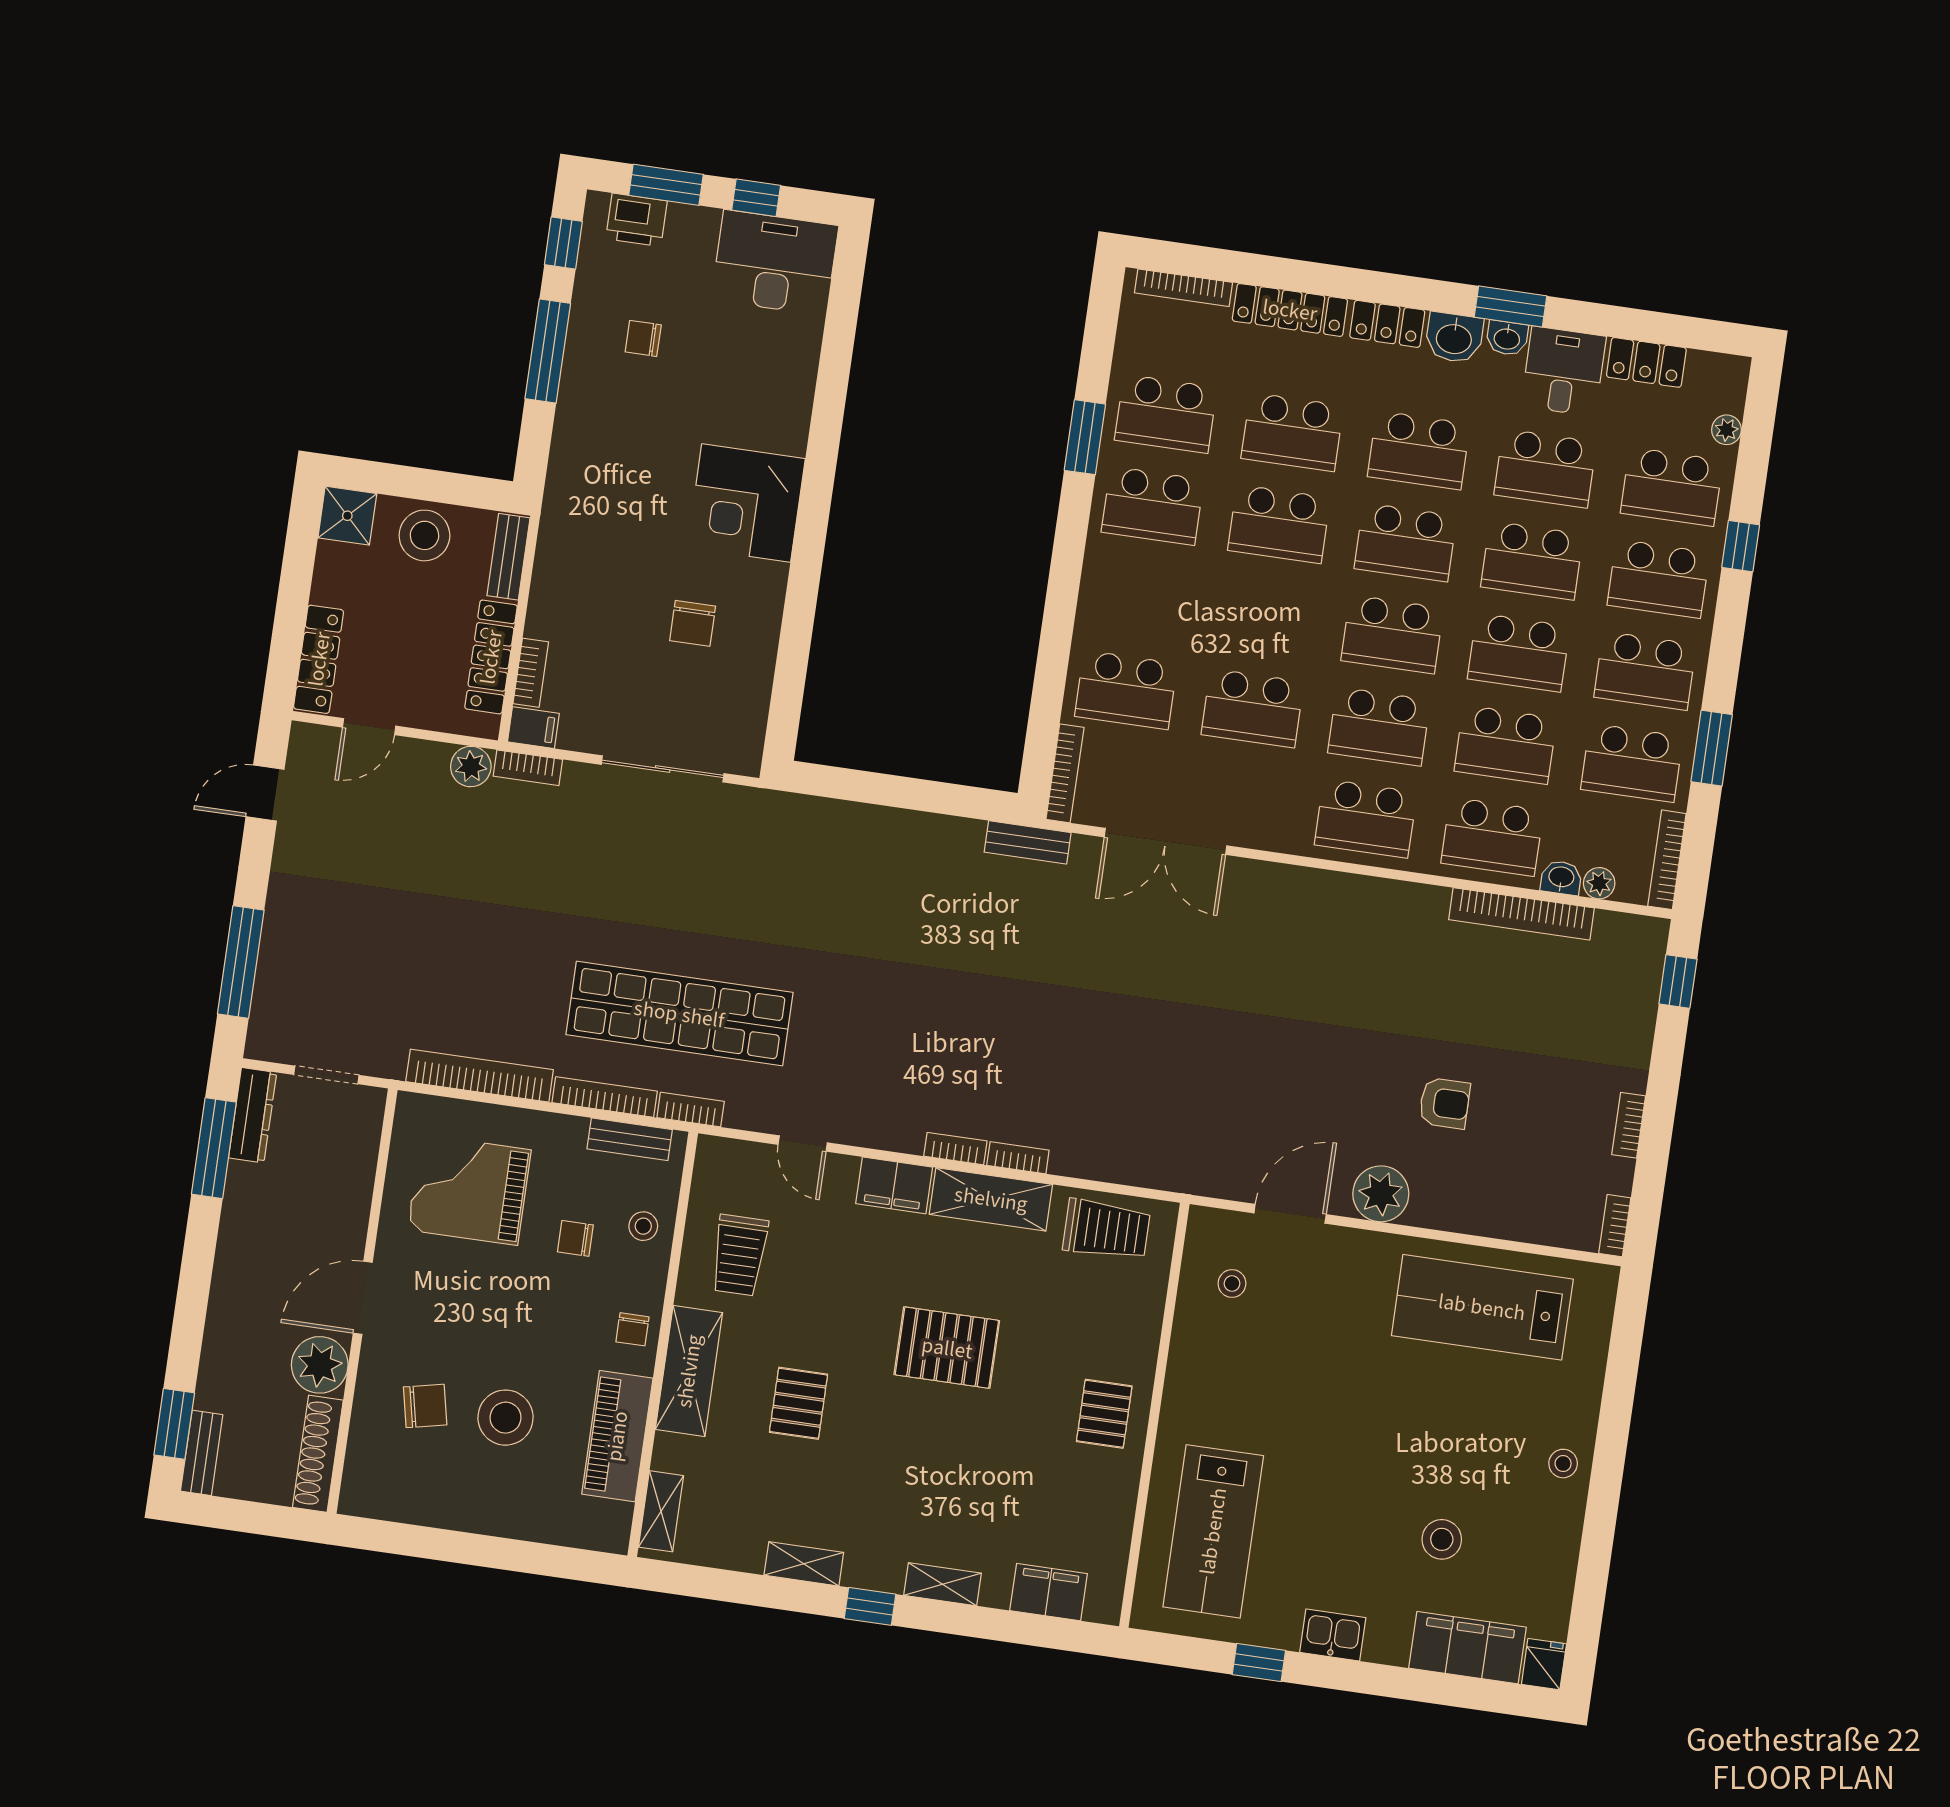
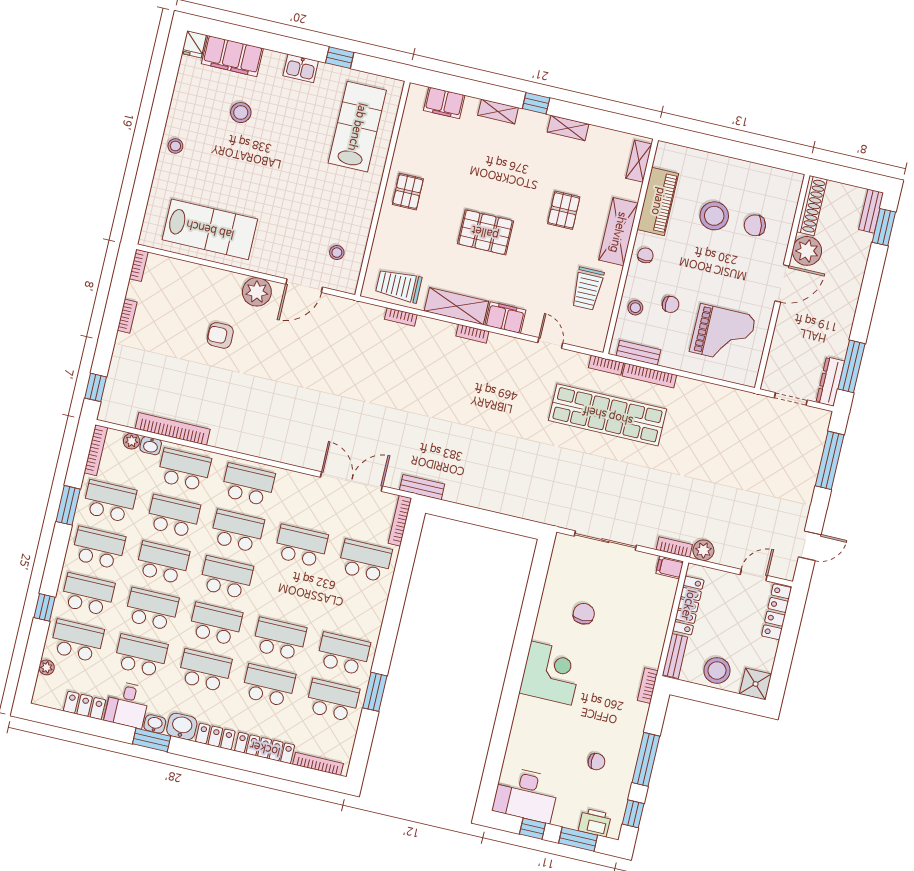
bookcase: (531, 673) -> (648, 686), moved
bookcase: (480, 1076) -> (712, 392), removed
bookcase: (1018, 1158) -> (401, 317), moved
trolley: (739, 1255) -> (588, 289), turned 180

